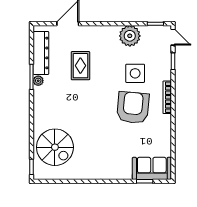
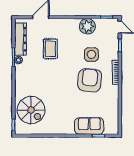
sofa: (152, 168) -> (89, 126), moved

